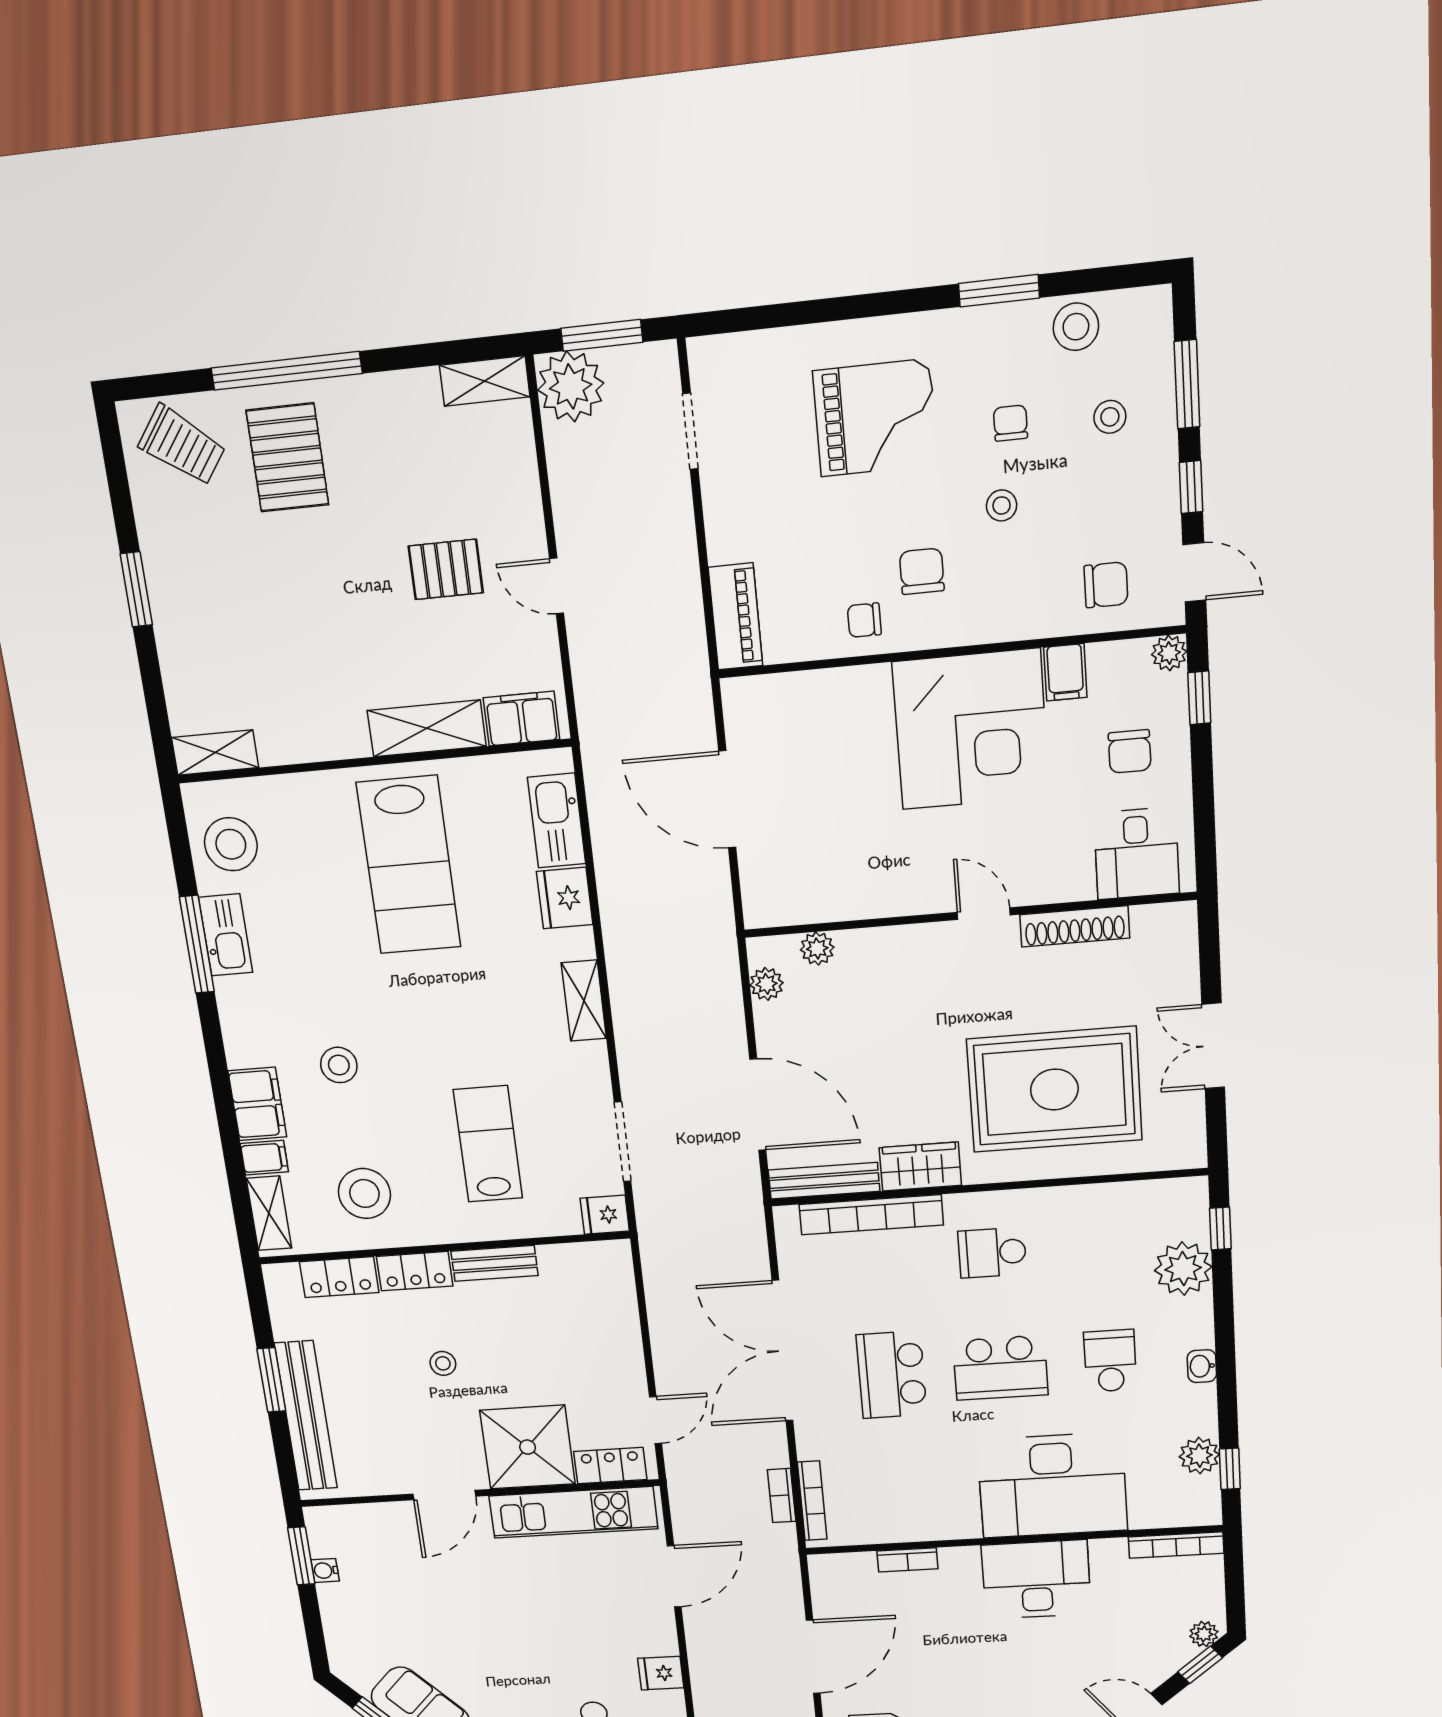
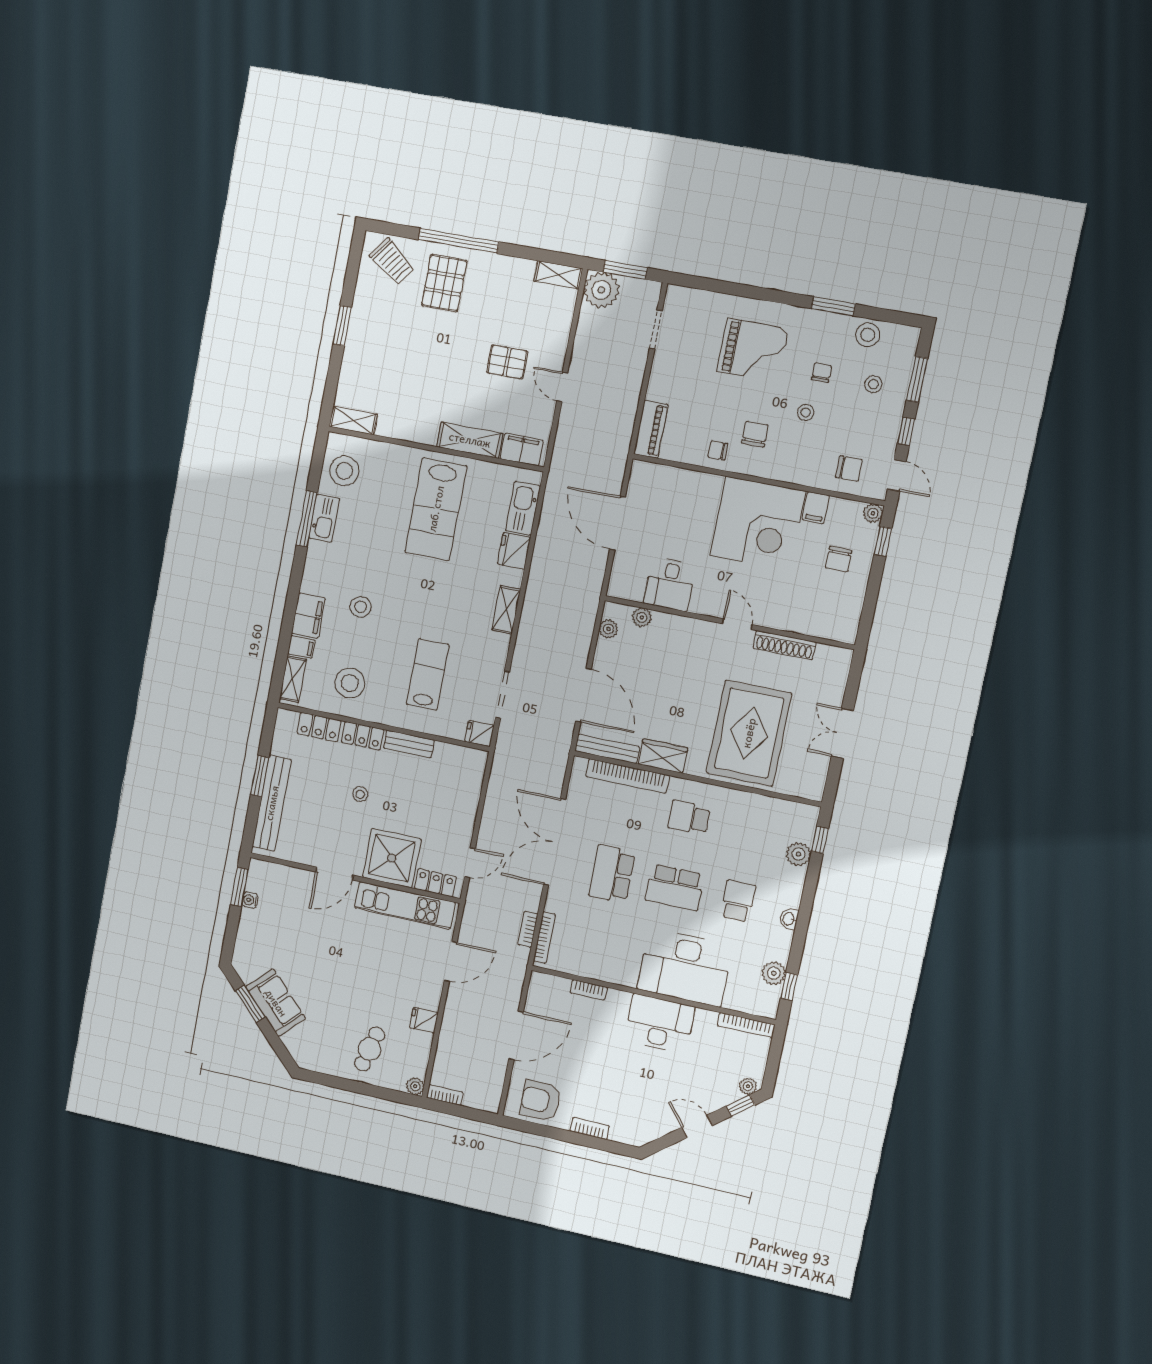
desk: (1137, 853) -> (670, 584), moved
rug: (1054, 1090) -> (749, 733), turned 90
plant: (1183, 1269) -> (798, 854), width x0.73, depth x0.73

